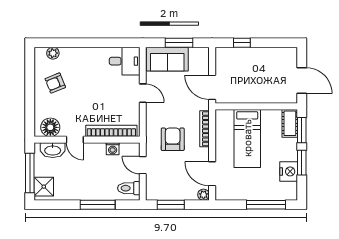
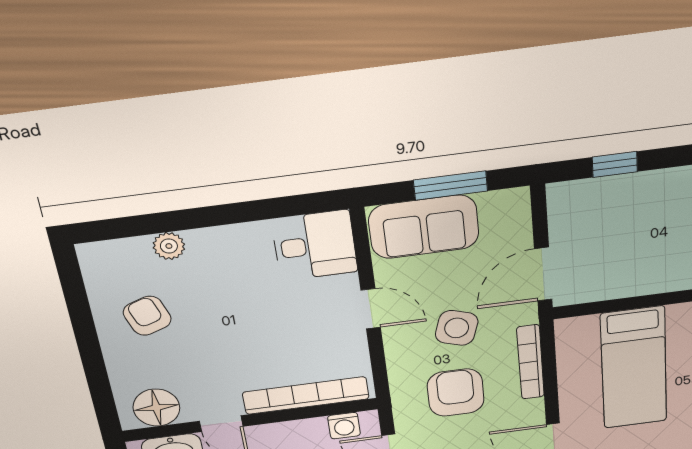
plant: (53, 53) -> (169, 246), moved
armchair: (55, 83) -> (147, 316), turned 93
door: (212, 87) -> (543, 274), hinge flipped
side table: (176, 107) -> (457, 328), added
washing machine: (113, 149) -> (344, 426), moved

